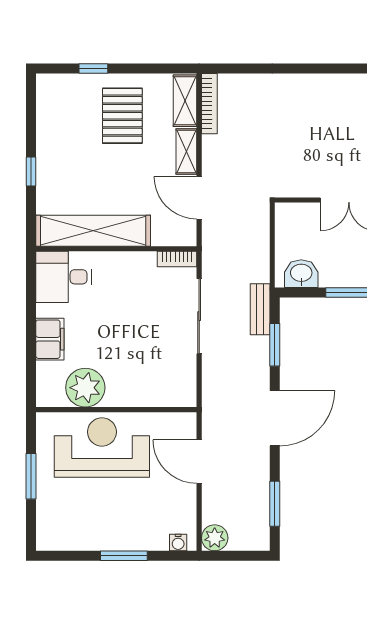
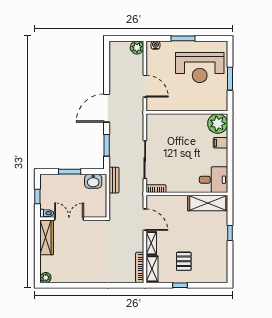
window: (93, 68) -> (180, 285), moved
pallet: (122, 116) -> (184, 261), width x0.67, depth x0.71
shelving: (93, 231) -> (208, 203), width x0.68
bench: (260, 309) -> (114, 180), moved
filing cabinet: (50, 339) -> (220, 143), width x0.50
plant: (85, 388) -> (218, 124), moved
reception desk: (102, 448) -> (200, 68), moved
window: (275, 504) -> (107, 65), removed

